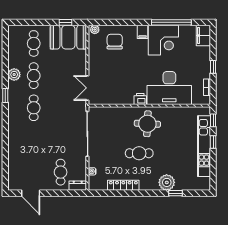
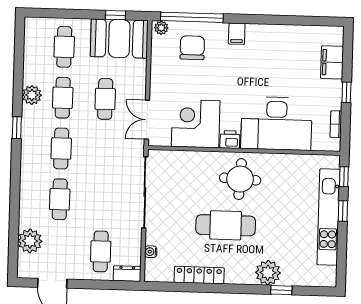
window: (171, 22) -> (192, 17), moved
filing cabinet: (203, 36) -> (332, 62), moved
corner desk: (163, 40) -> (196, 124), moved, turned 180
cafe table: (61, 76) -> (105, 99), added
cafe table: (34, 140) -> (60, 199), added
cafe table: (139, 153) -> (226, 225), width x1.37, depth x1.35
plant: (16, 167) -> (30, 241), added

